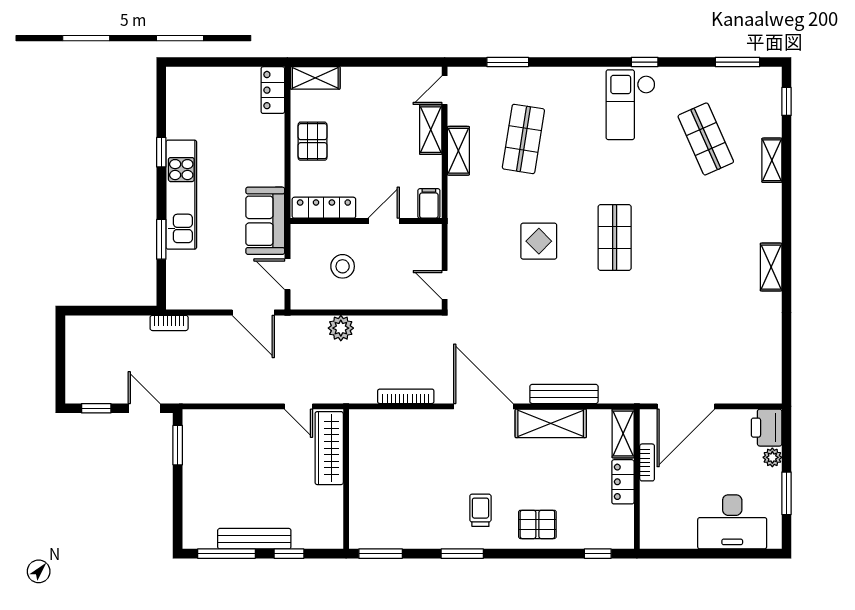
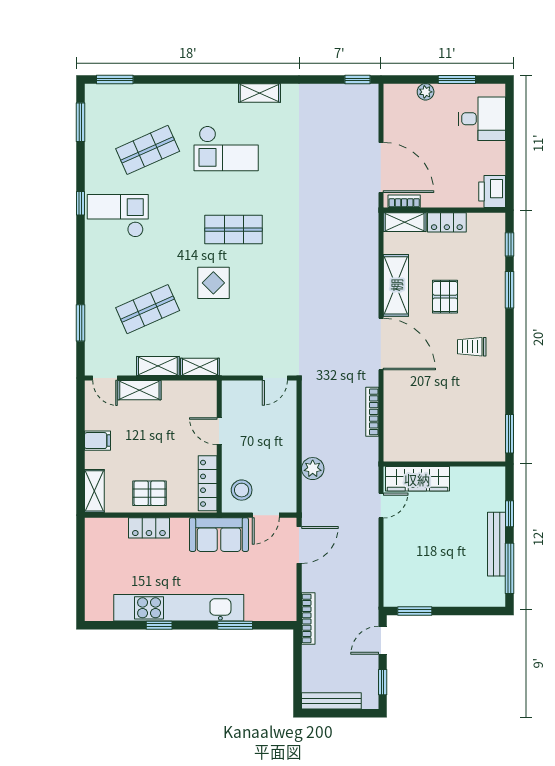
locker: (273, 90) -> (149, 528), moved
window: (787, 101) -> (115, 79), width x1.50
checkout: (631, 105) -> (118, 216), turned 180
shop shelf: (523, 139) -> (148, 309), turned -33
shelving: (772, 160) -> (200, 367), moved
kitchen unit: (181, 195) -> (179, 608), width x1.36
filing cabinet: (429, 203) -> (97, 441), moved, turned 180
checkout: (708, 229) -> (226, 148), added
display table: (539, 241) -> (213, 283), moved
stool: (343, 266) -> (242, 490), moved
bookcase: (169, 323) -> (308, 618), width x1.56
window: (787, 379) -> (358, 79), added
bench: (564, 394) -> (331, 701), moved, turned 90
door: (483, 406) -> (381, 344), swing flipped
printer: (767, 428) -> (492, 192), moved, turned 90
bookcase: (647, 462) -> (404, 201), moved
desk: (732, 522) -> (482, 119), width x0.73
pallet: (537, 524) -> (445, 297), moved
window: (462, 554) -> (510, 290), moved

